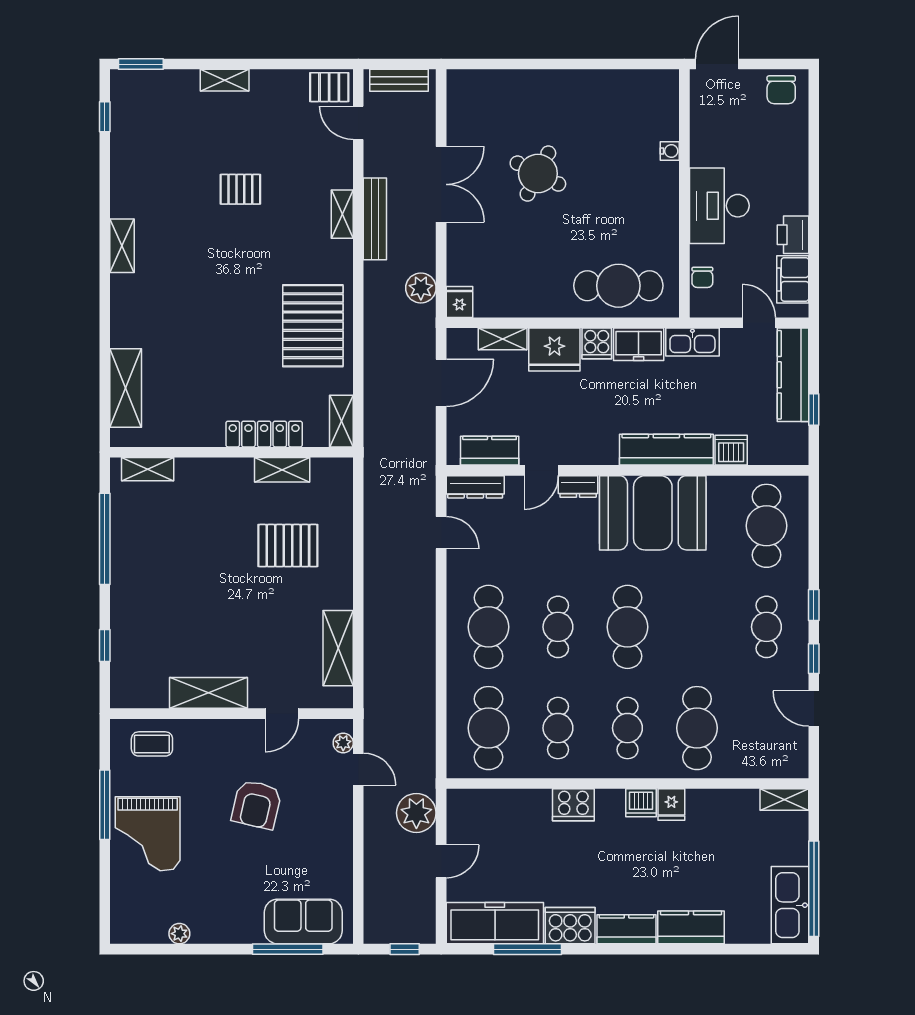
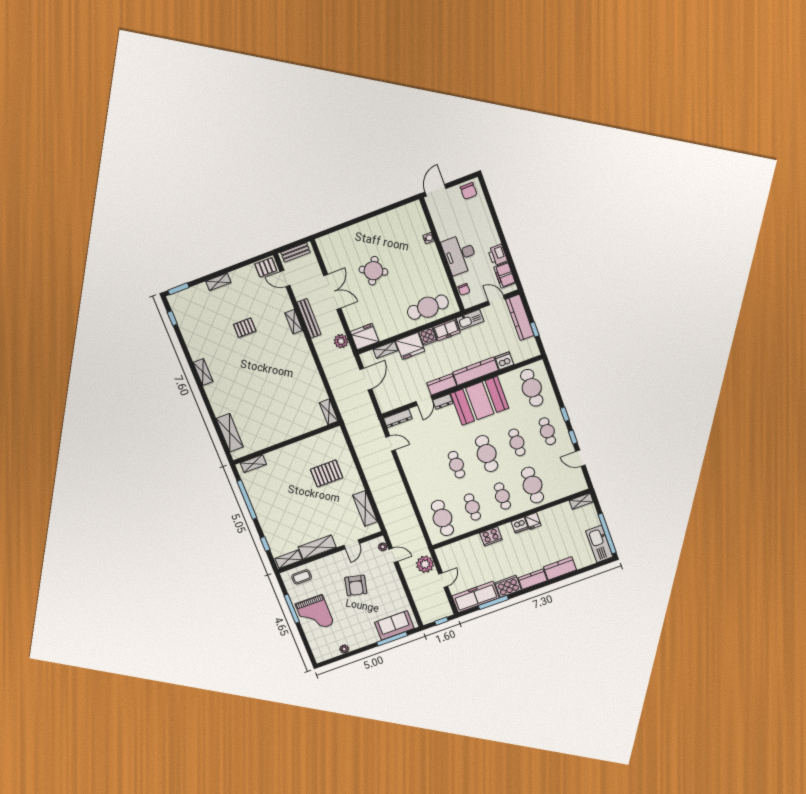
fridge: (459, 302) -> (365, 337), width x1.88, depth x1.34
pallet: (313, 326) -> (300, 375), removed
locker: (264, 434) -> (297, 430), removed
kitchen counter: (490, 451) -> (442, 384), moved
shelving: (282, 470) -> (289, 559), moved
cafe table: (488, 627) -> (517, 442), moved, width x0.73, depth x0.74

